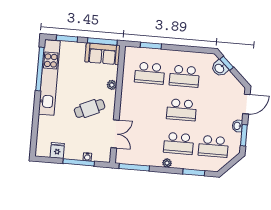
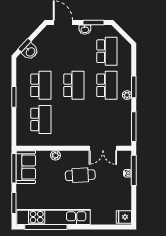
window: (151, 46) -> (14, 97), moved
cafe table: (90, 108) -> (80, 175), turned -69
double door: (115, 134) -> (103, 148), swing flipped
fridge: (57, 150) -> (124, 217), moved
window: (79, 162) -> (134, 170), moved
window: (194, 172) -> (134, 87), moved

